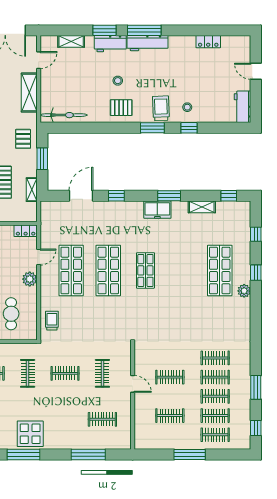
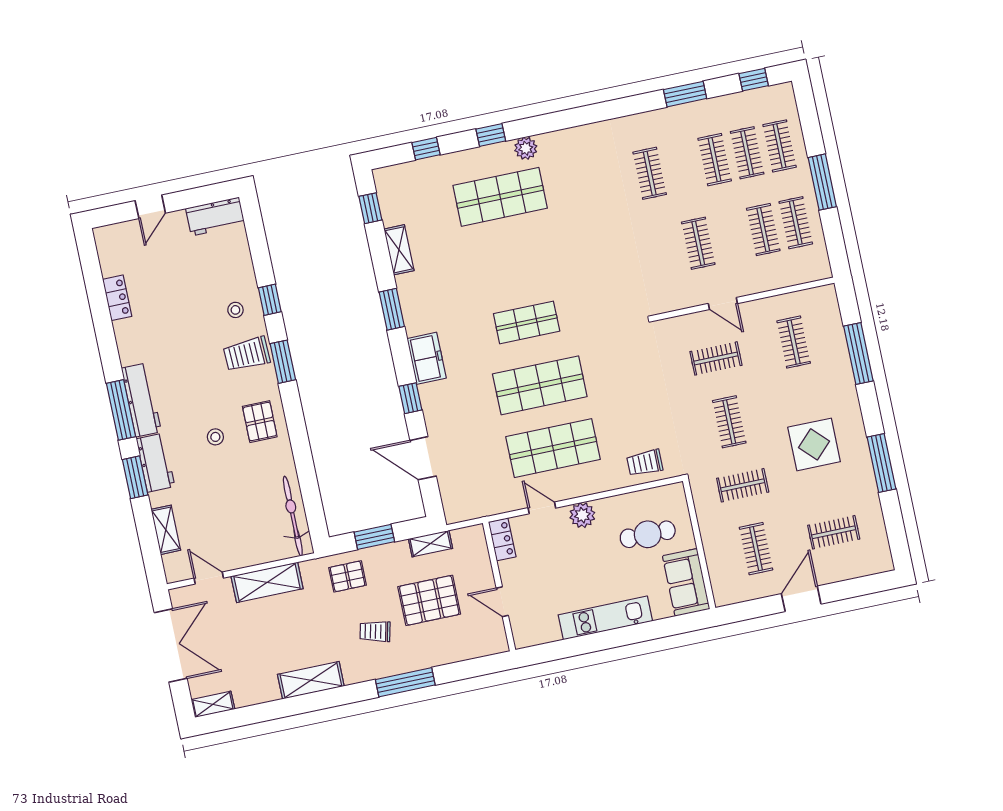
freezer: (157, 210) -> (427, 358), moved
clothes rail: (215, 377) -> (796, 223), moved
door: (133, 384) -> (723, 304), swing flipped
display table: (30, 434) -> (814, 444), moved

